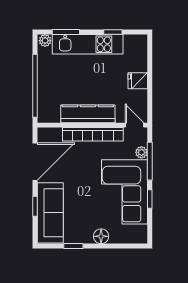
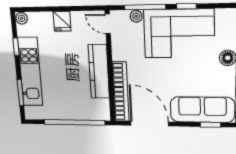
plant: (45, 41) -> (22, 18), moved
door: (135, 125) -> (108, 24), hinge flipped
bookcase: (93, 134) -> (121, 92), moved
window: (35, 206) -> (210, 125), moved

